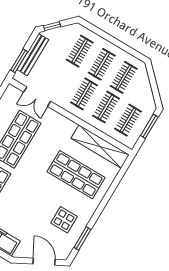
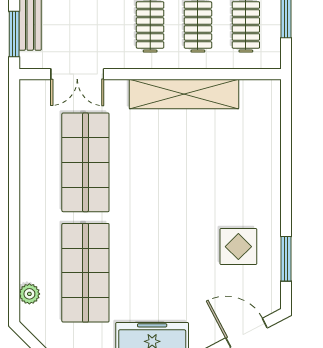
shelving: (100, 146) -> (184, 94), moved
shop shelf: (76, 175) -> (215, 162), removed

